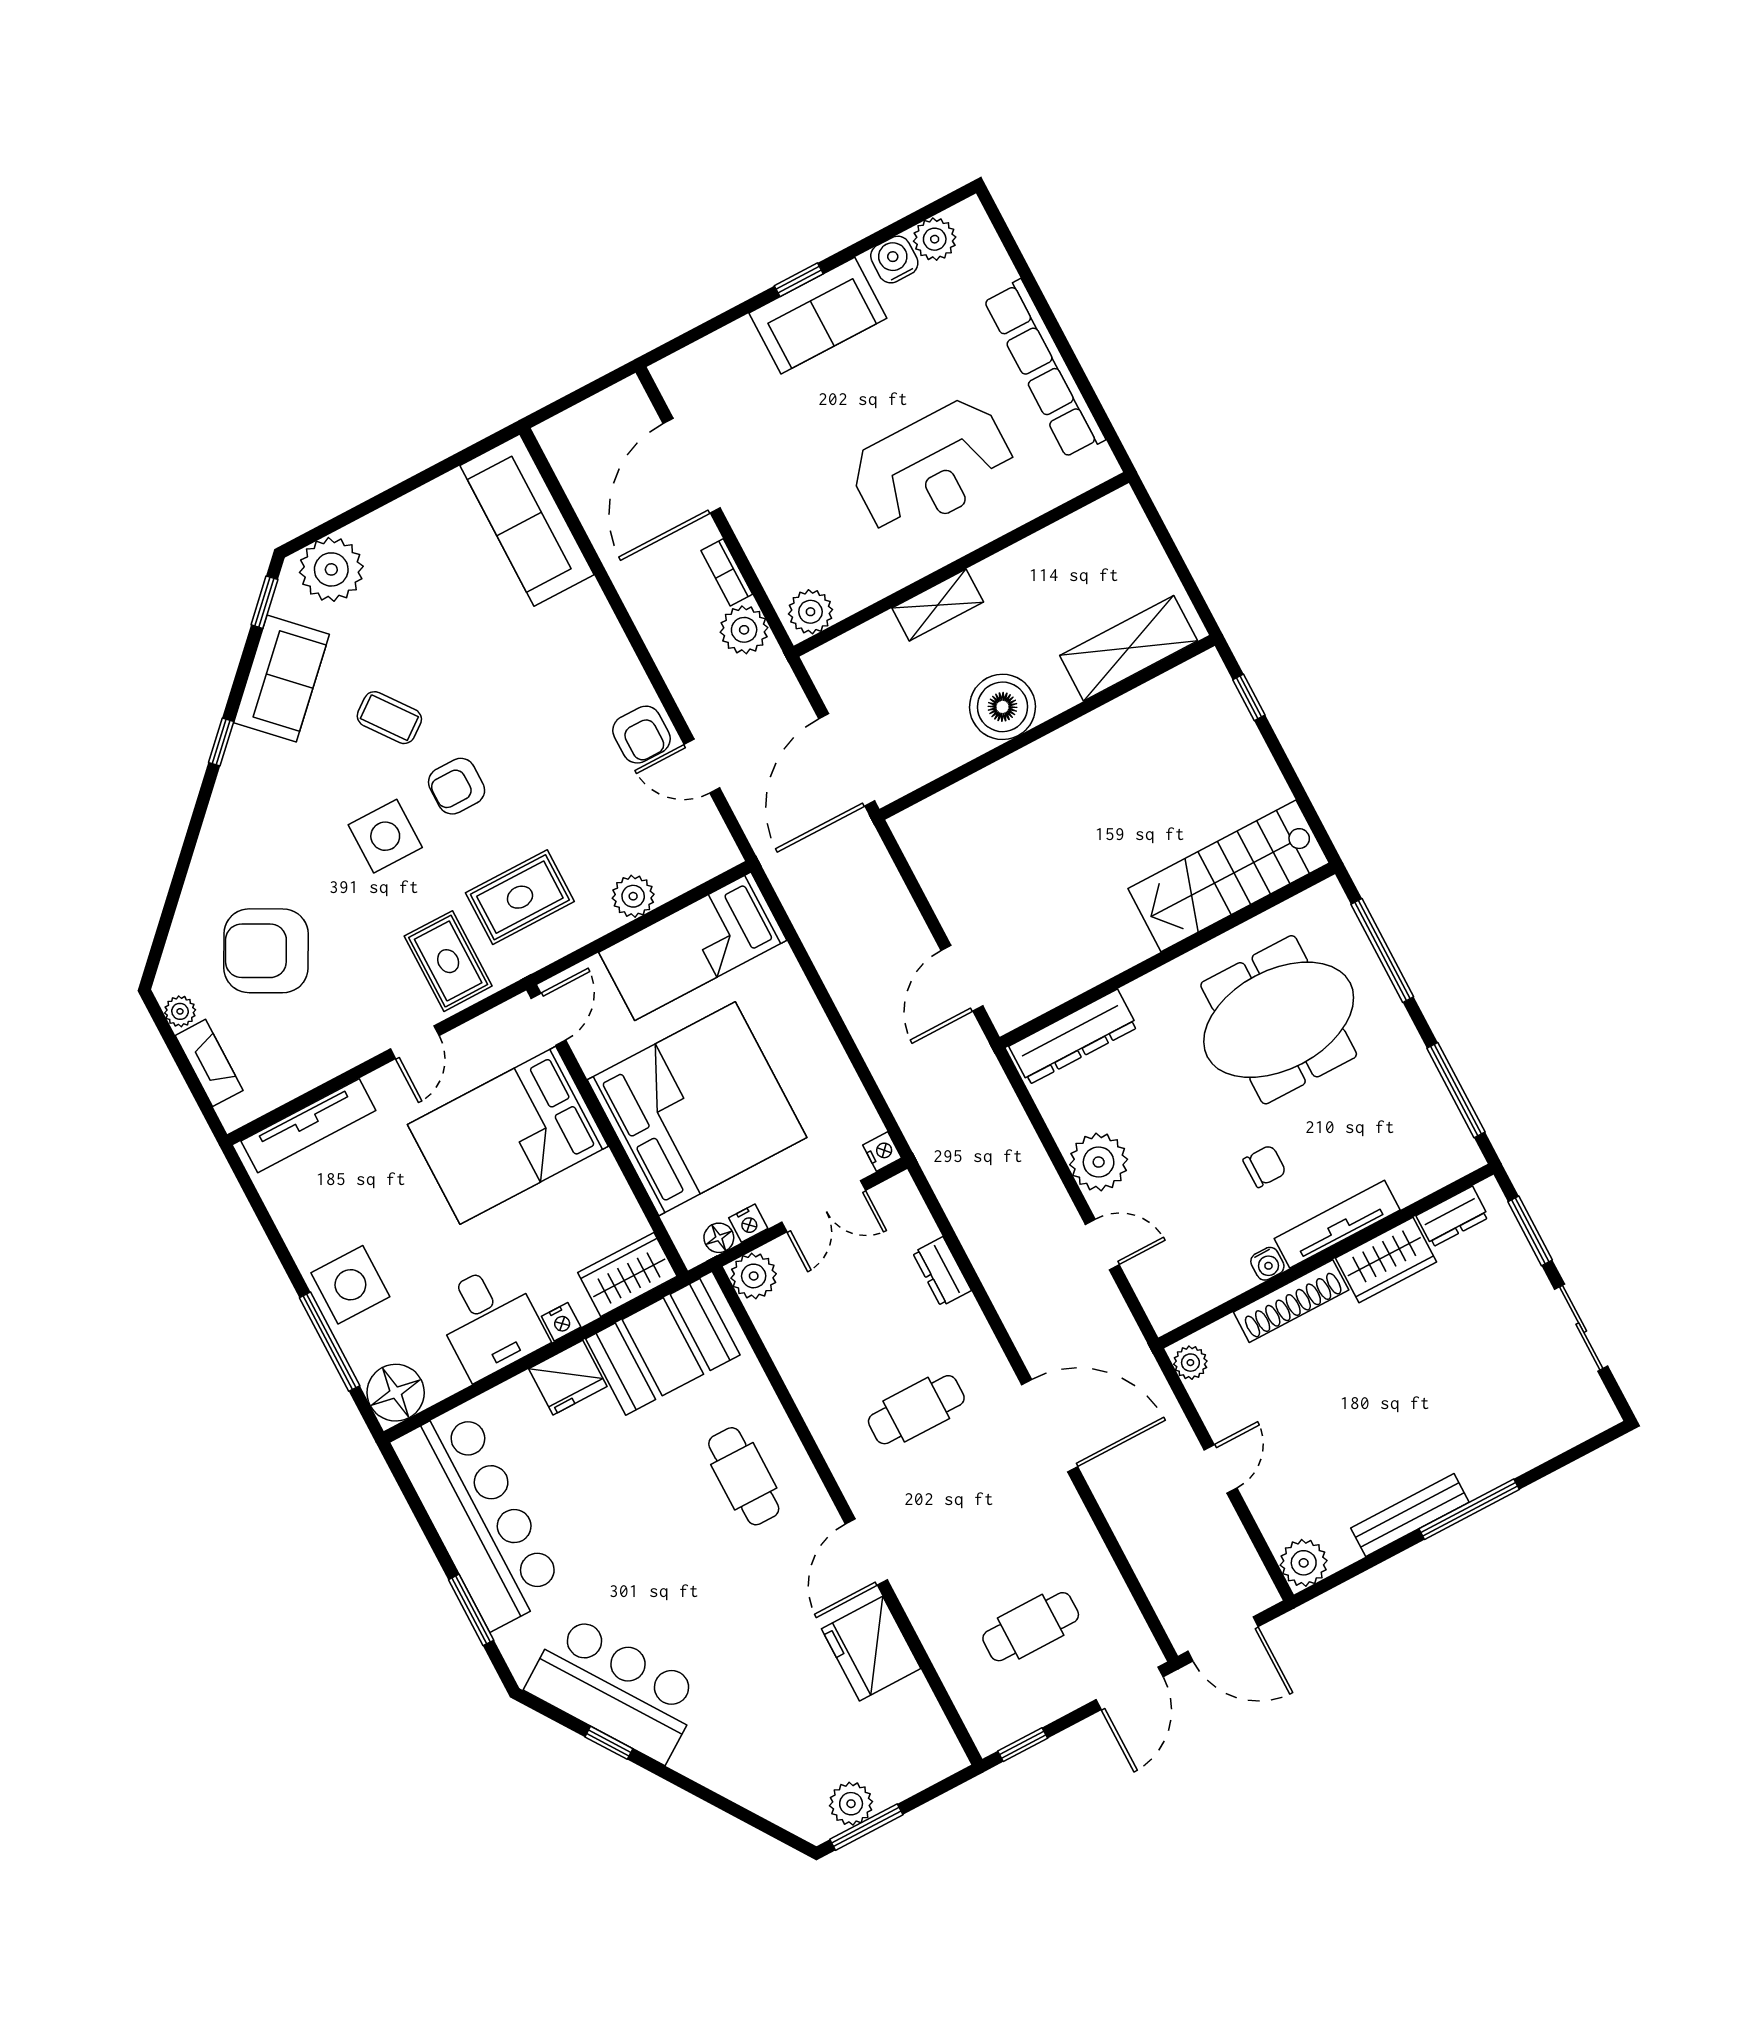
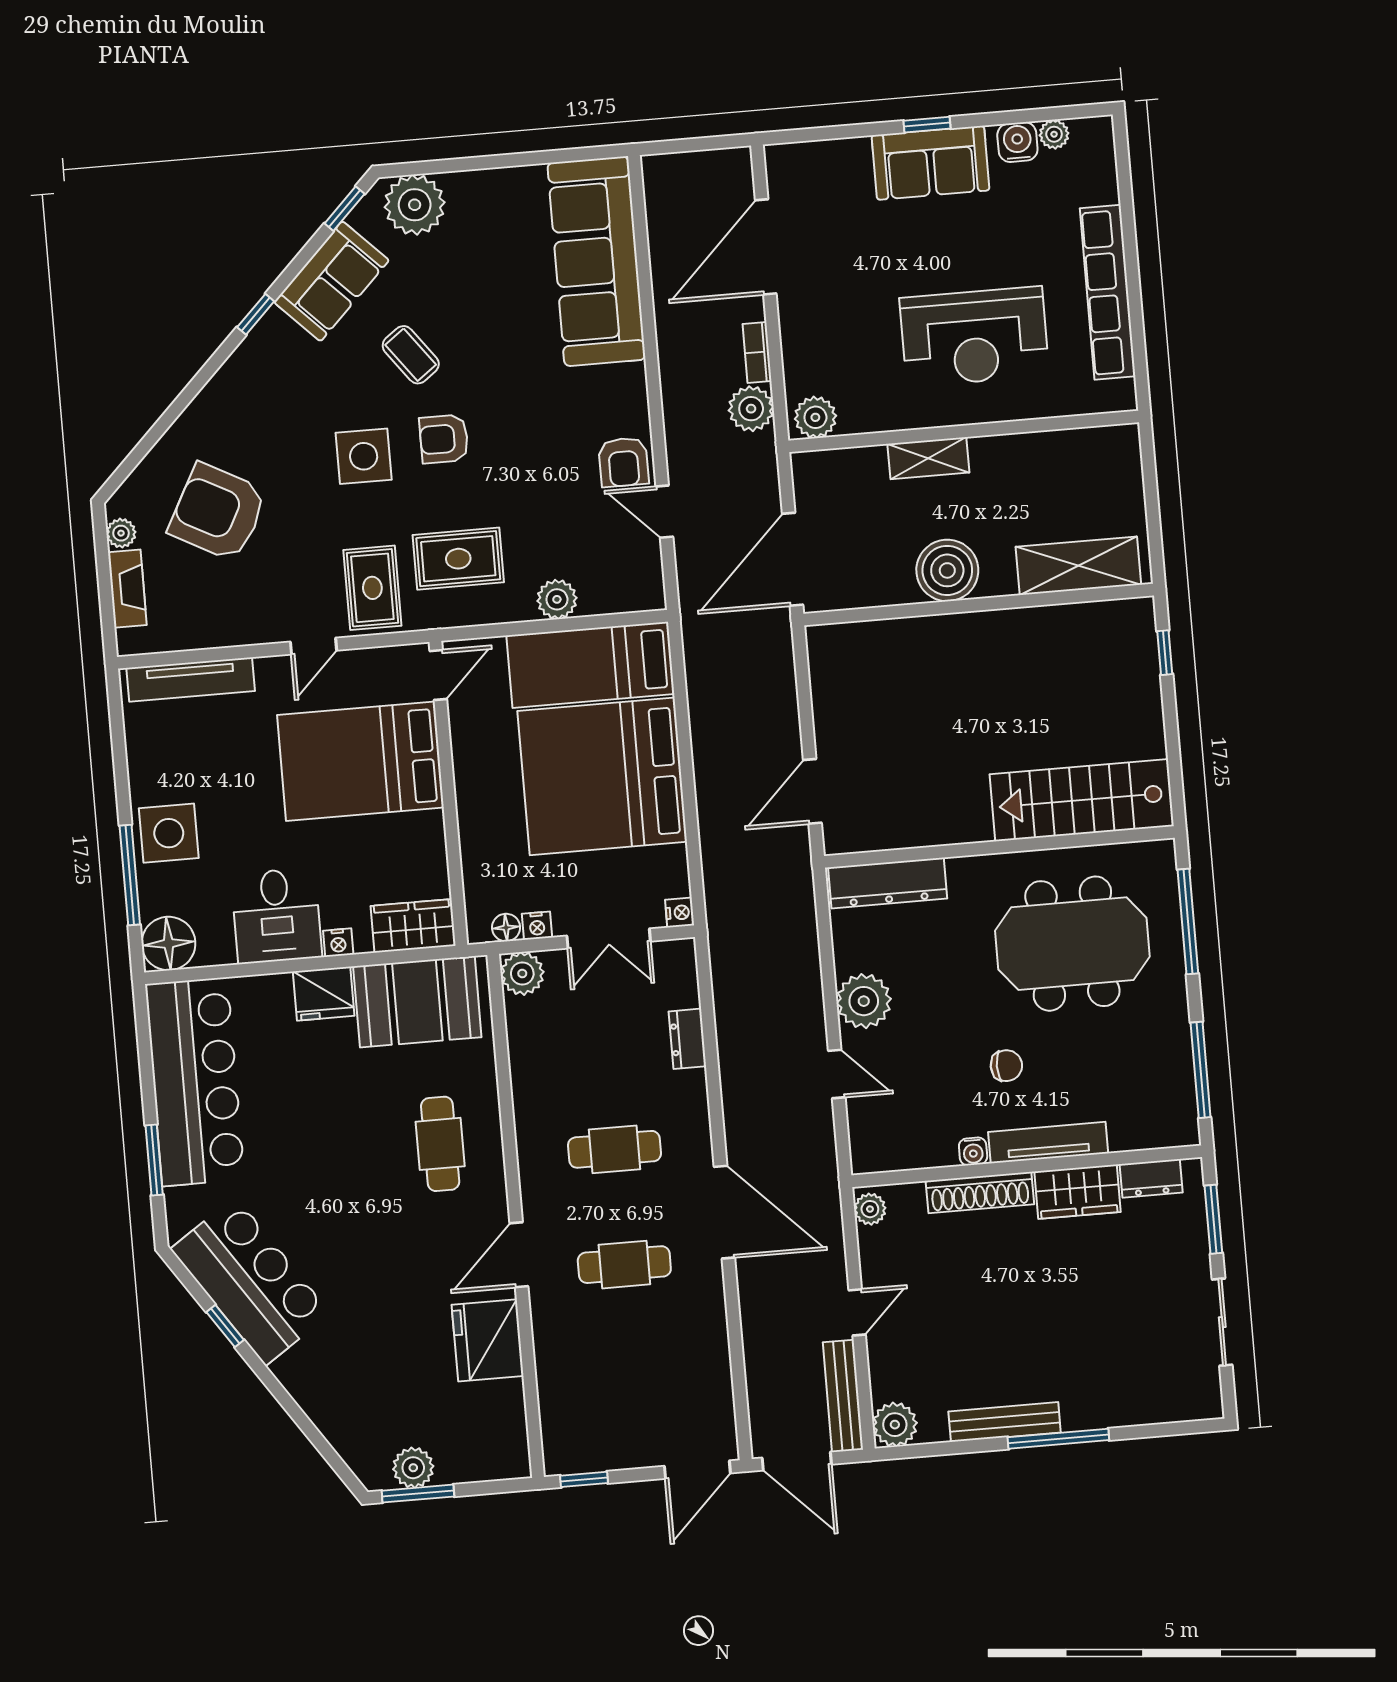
plant: (935, 239) -> (1054, 134), width x0.73, depth x0.73
sofa: (527, 520) -> (596, 261), width x1.36, depth x1.27
bed: (697, 1109) -> (602, 776), moved, turned 180
bench: (1241, 1556) -> (843, 1396), added
cafe table: (1031, 1627) -> (624, 1265), moved

